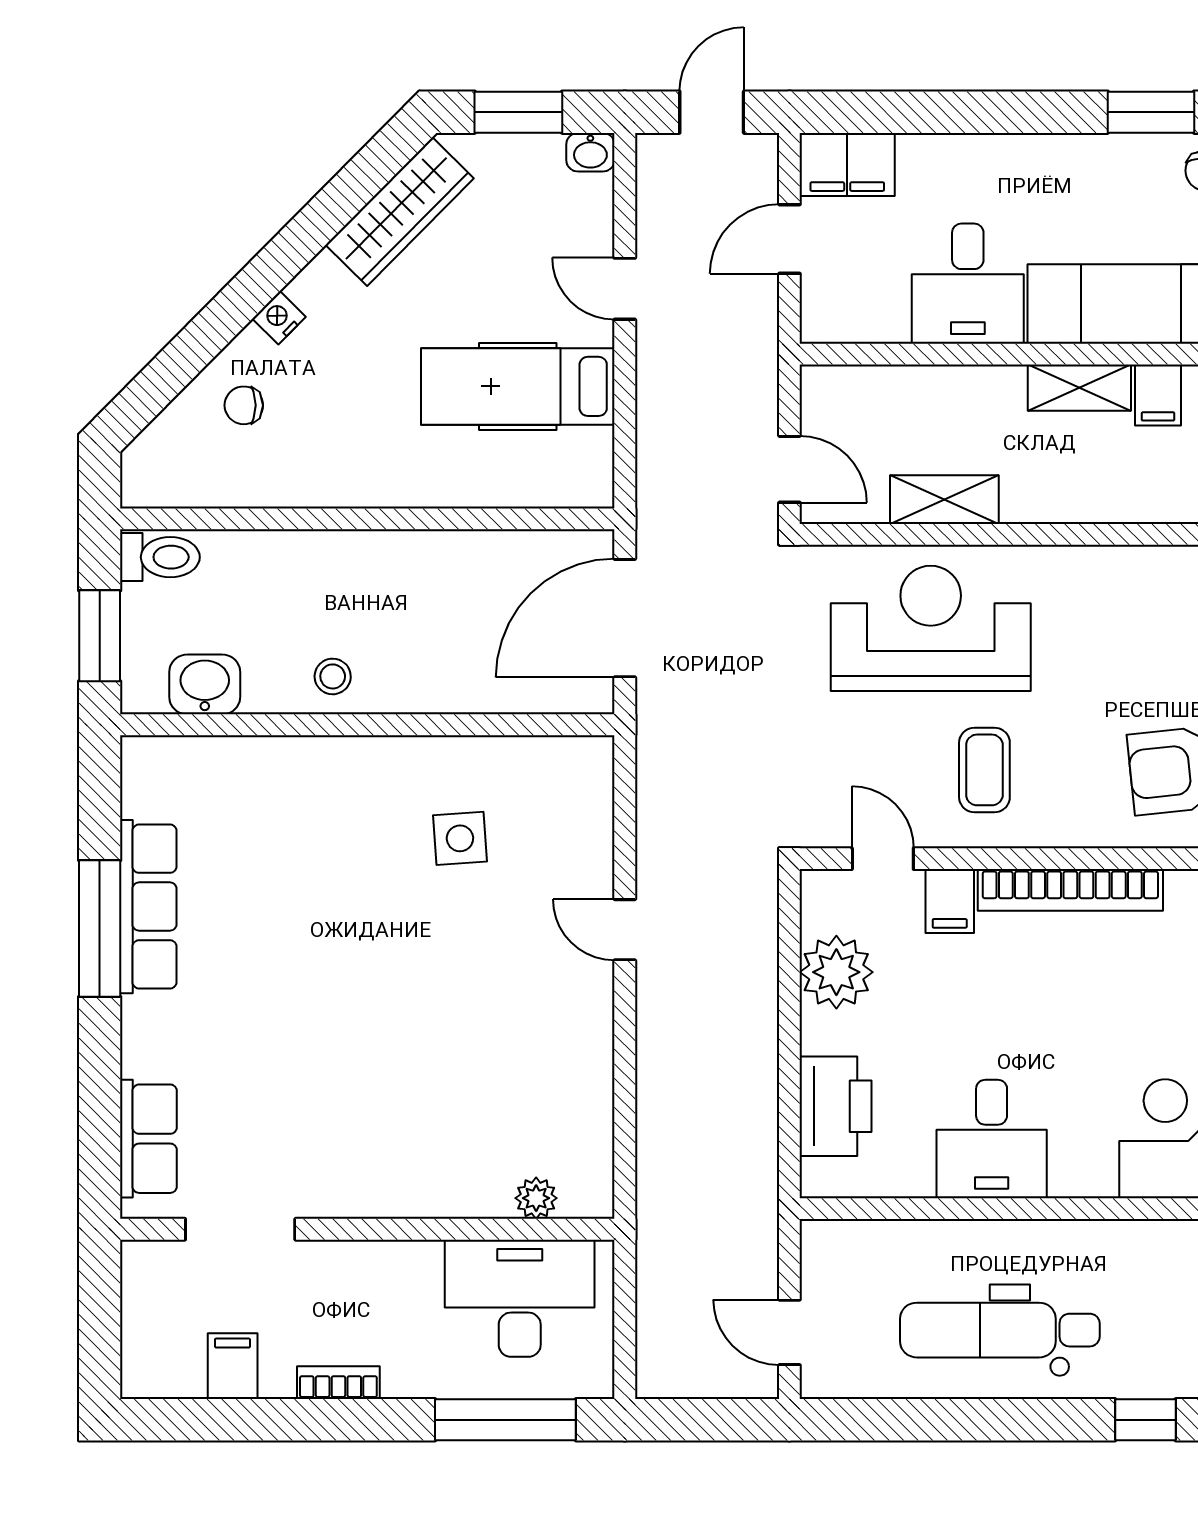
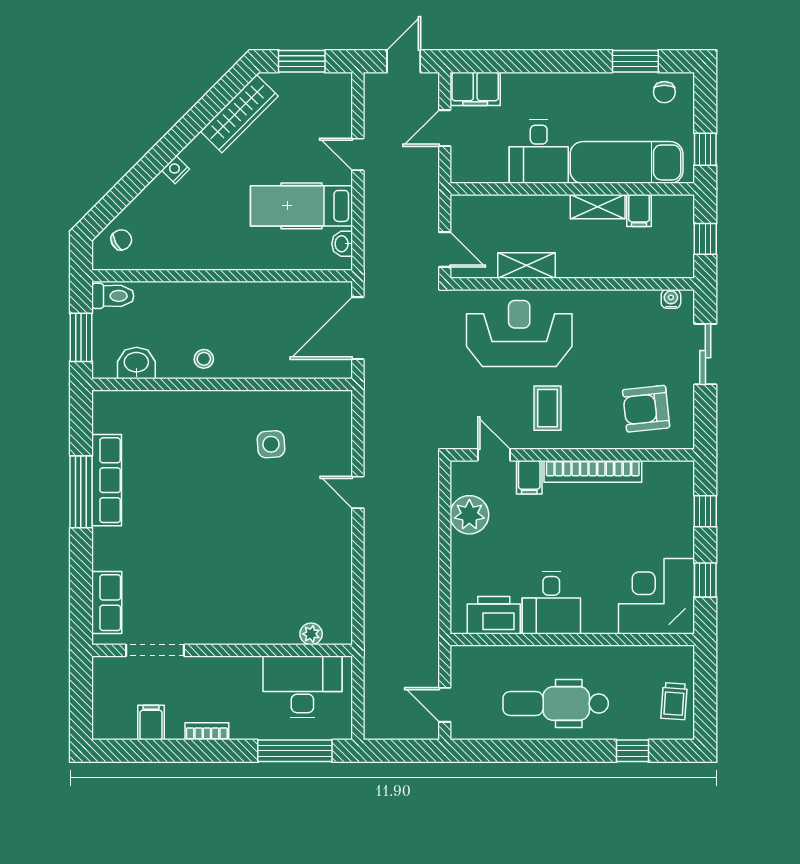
washbasin: (590, 152) -> (342, 244), moved, turned 90
chair: (244, 405) -> (121, 240), moved, turned 151
printer: (836, 1106) -> (494, 615), moved, turned -90

